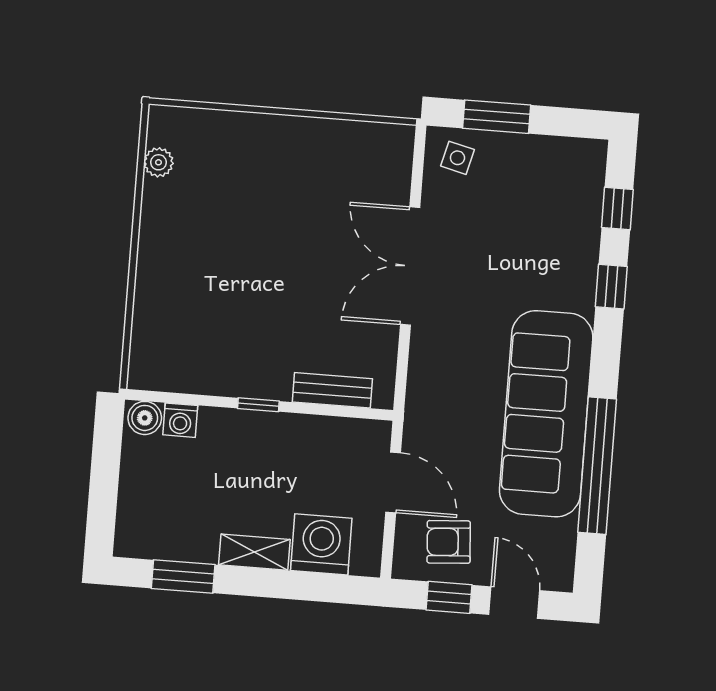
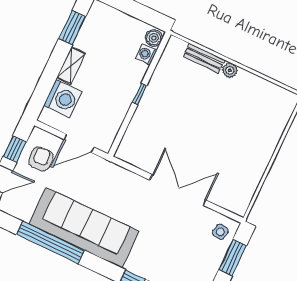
plant: (159, 162) -> (230, 70), moved
bench: (332, 390) -> (204, 58), moved, turned 90

